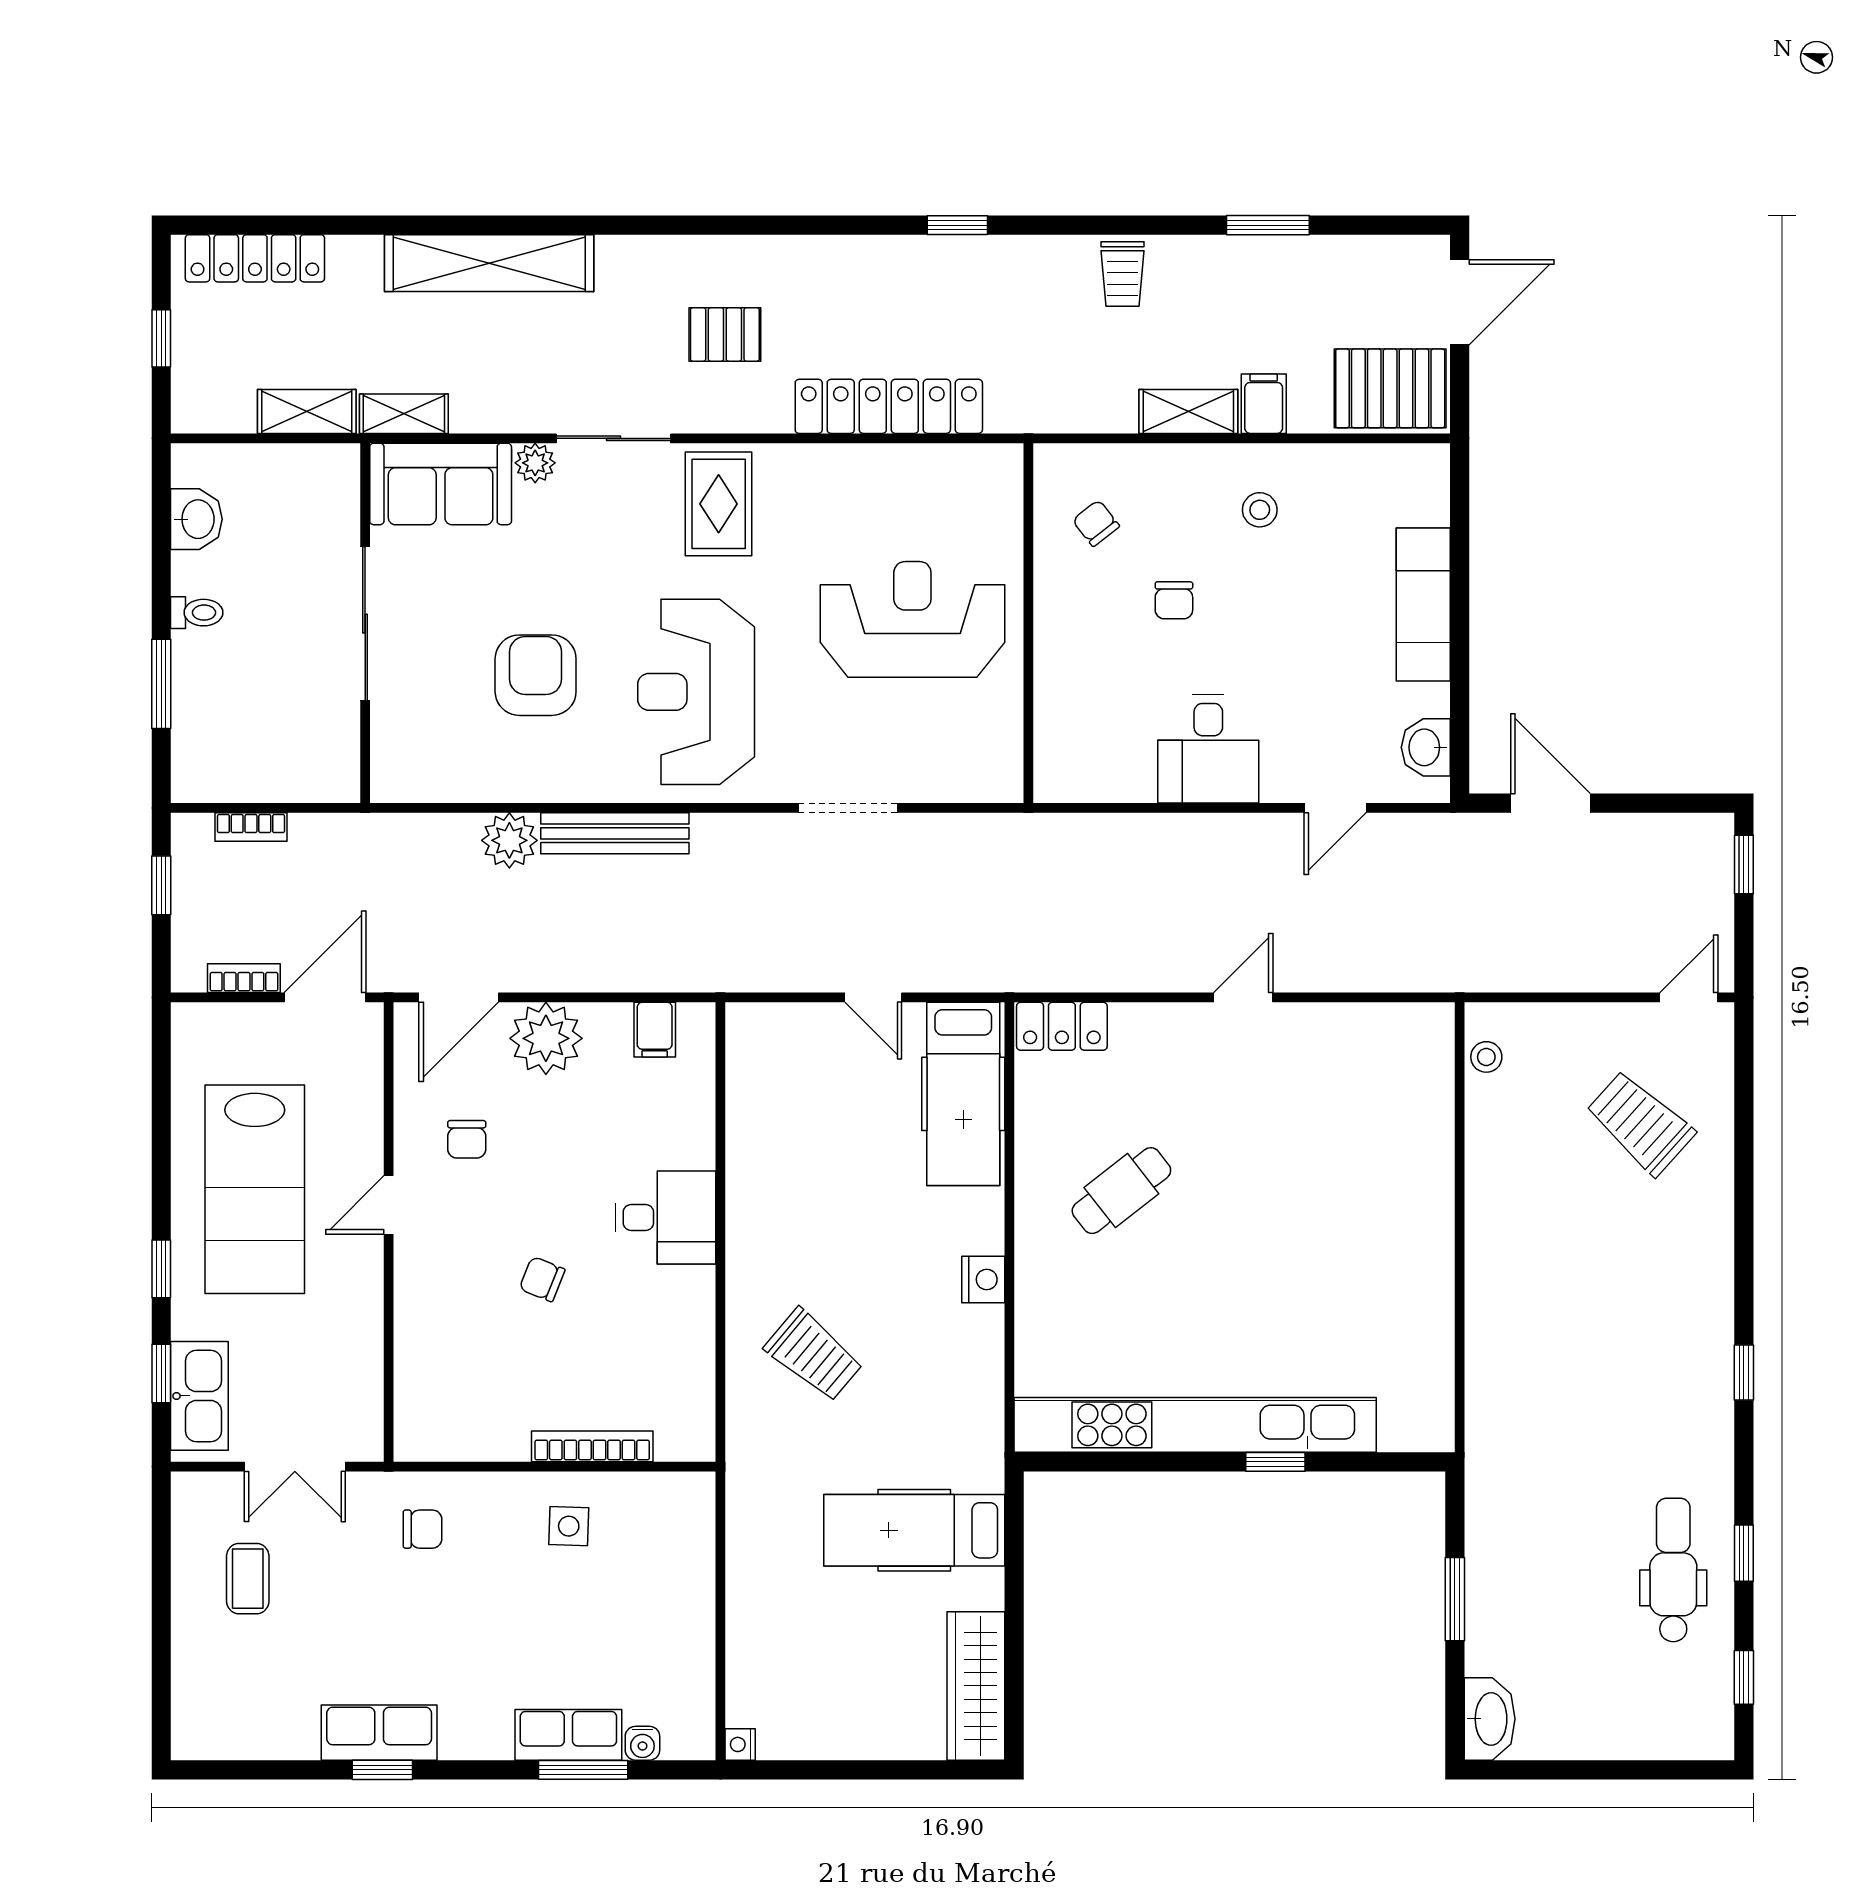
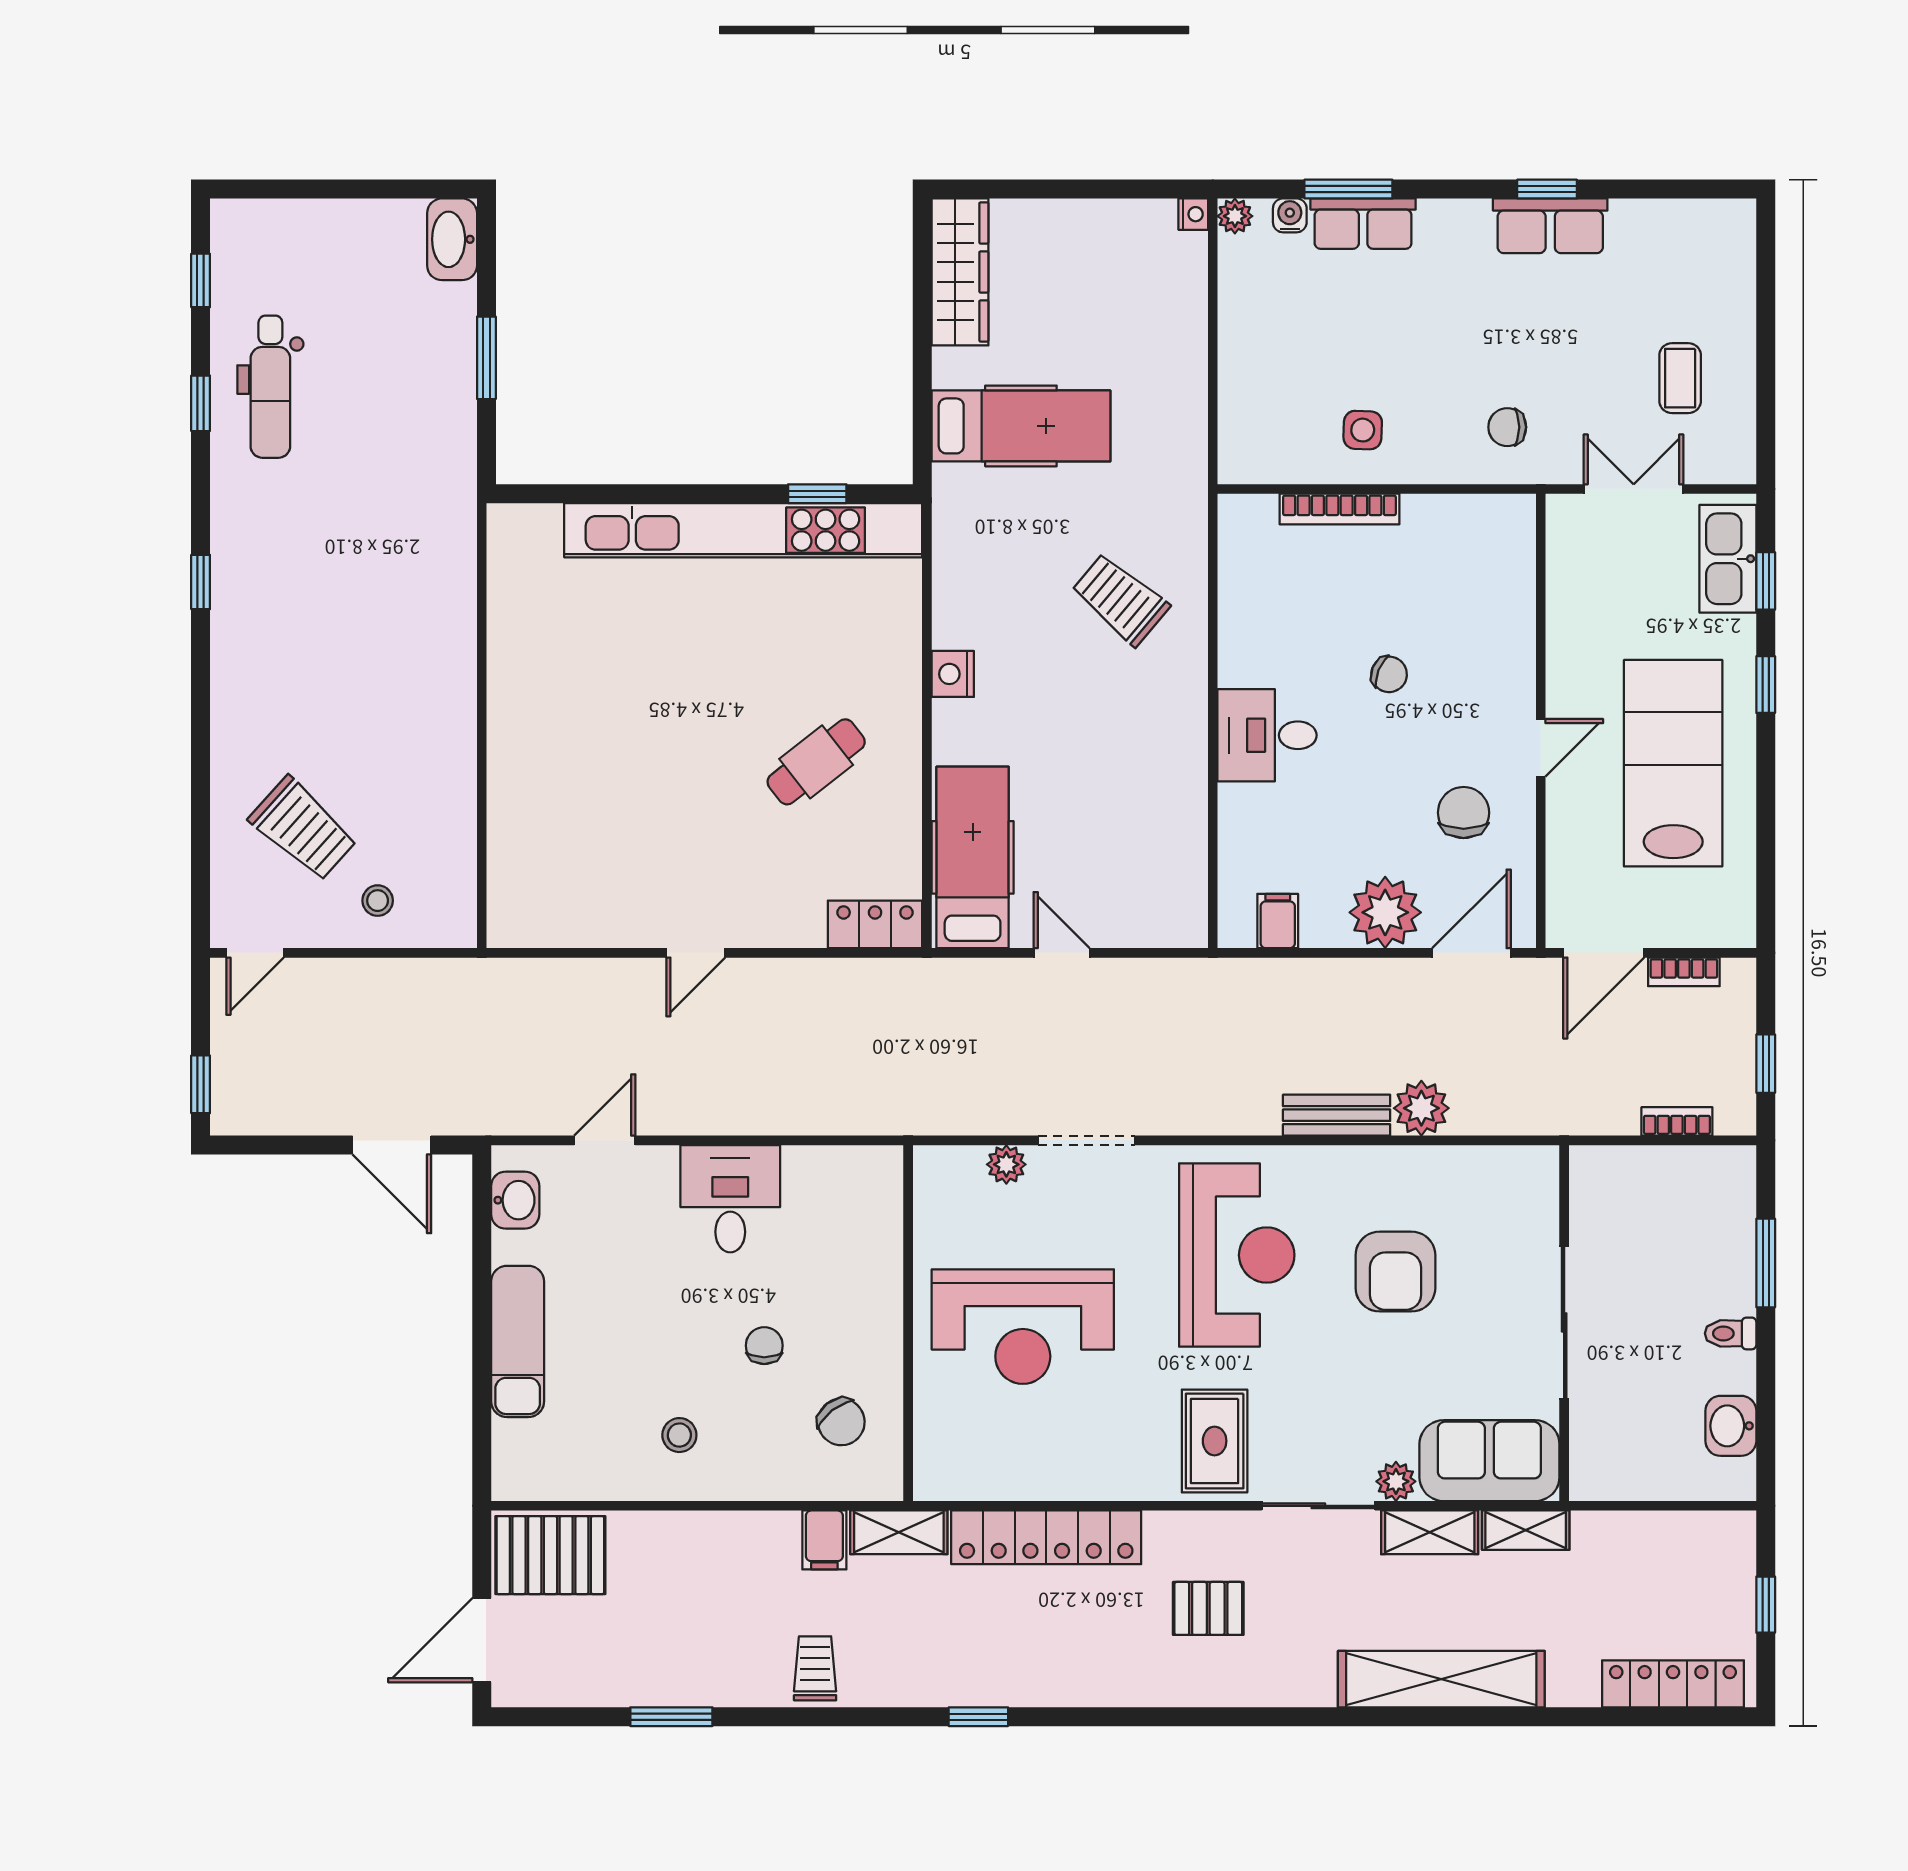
filing cabinet: (1264, 404) -> (824, 1540), moved
shelving: (307, 411) -> (1430, 1532), moved
shelving: (1188, 411) -> (899, 1532), moved
chair: (1096, 523) -> (841, 1422), width x1.37, depth x1.37
plant: (929, 783) -> (1006, 1164), added
bench: (615, 833) -> (1337, 1115), width x0.73
stool: (1486, 1057) -> (378, 901), moved
chair: (467, 1139) -> (1464, 813), width x1.37, depth x1.37
window: (1275, 1462) -> (817, 494), moved
plant: (698, 1743) -> (1235, 216), added

